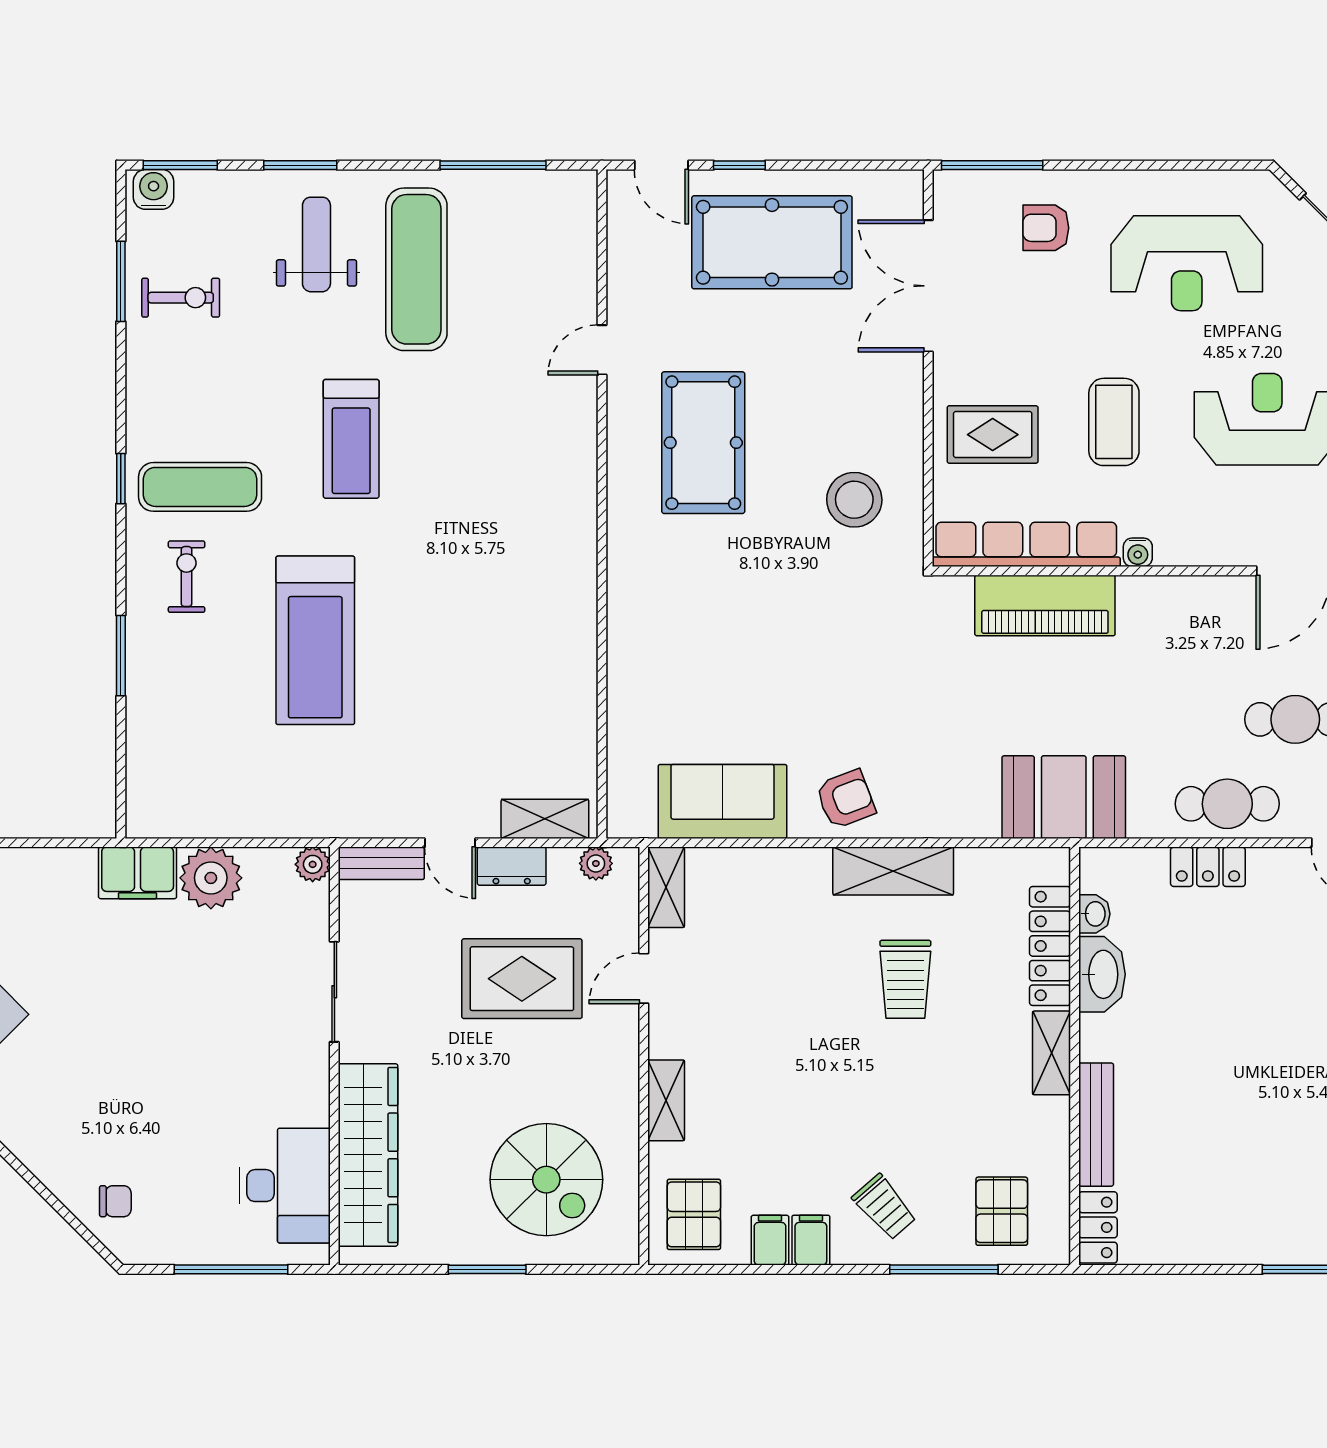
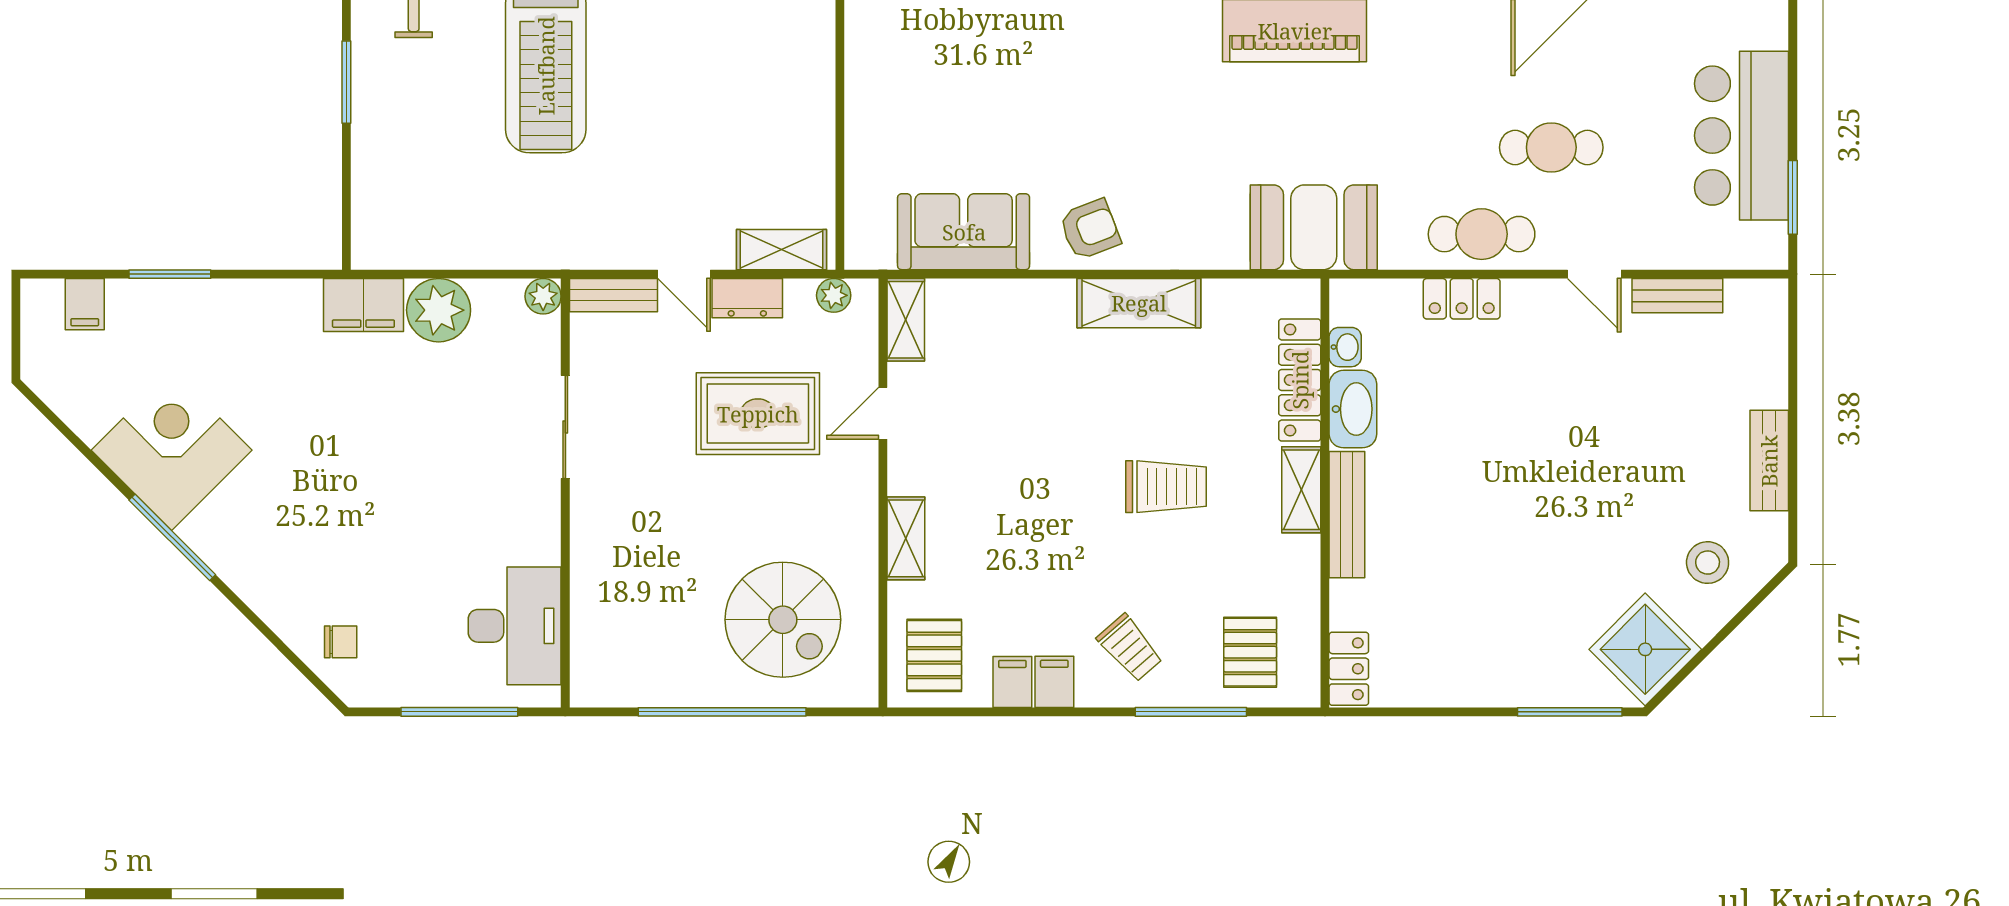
trolley: (905, 979) -> (1166, 487), moved, turned -90
bench: (1096, 1125) -> (1347, 515), moved
wardrobe: (368, 1155) -> (600, 594), removed
window: (487, 1269) -> (722, 712), width x2.11

